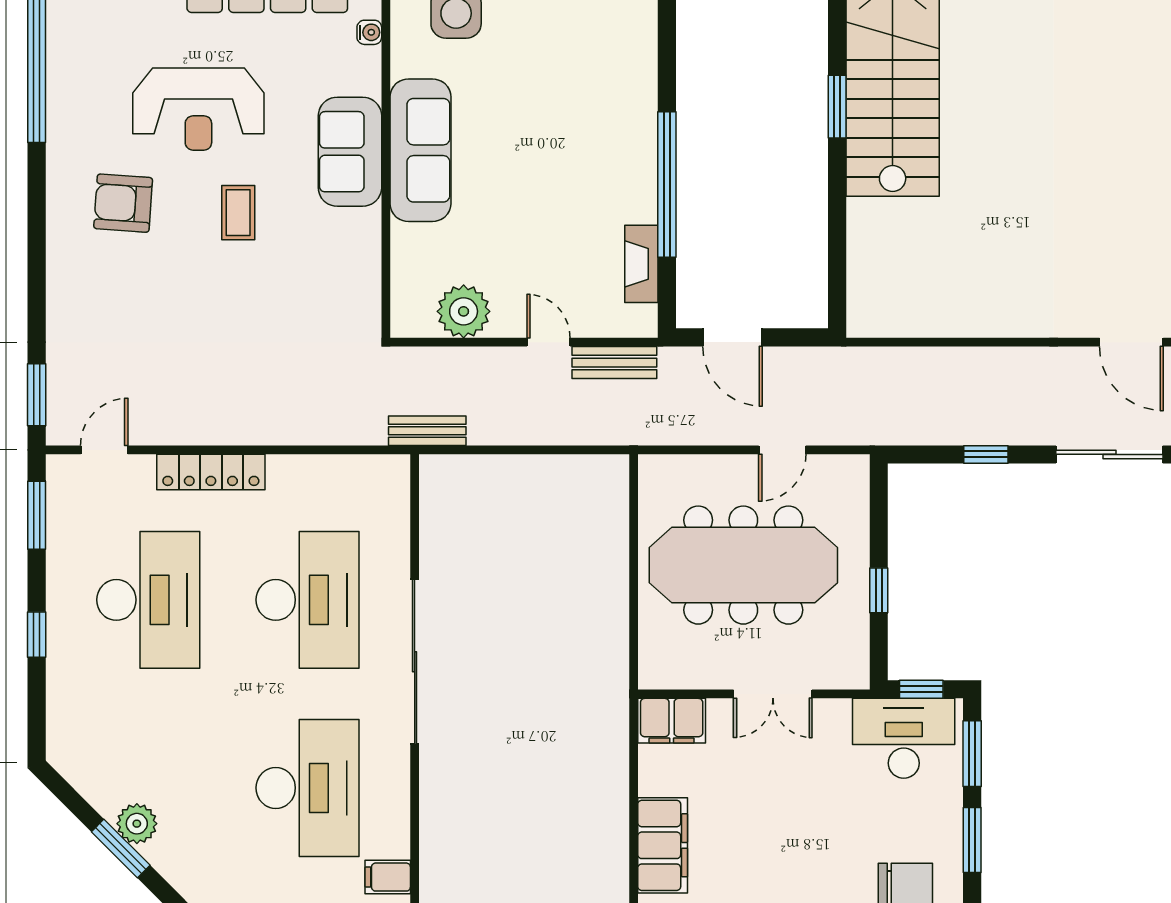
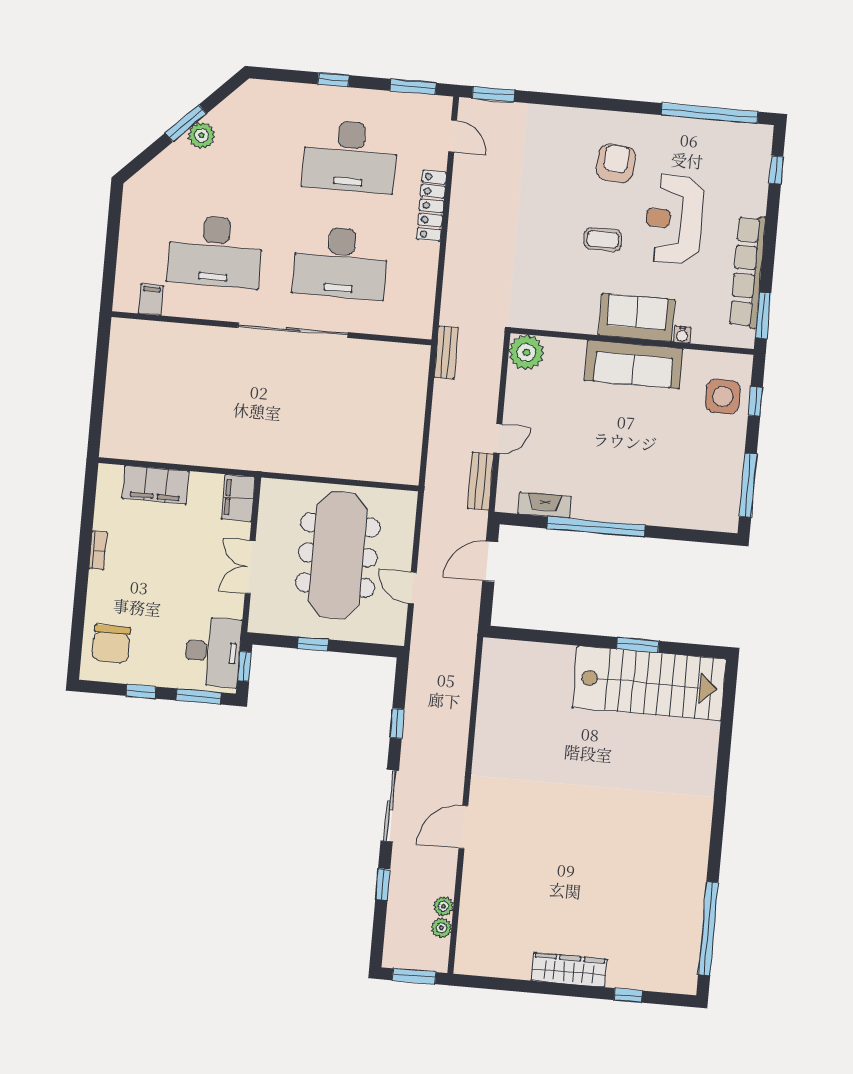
water cooler: (369, 32) -> (682, 335), moved
plant: (464, 311) -> (526, 352), moved
window: (972, 840) -> (141, 691), width x0.67

